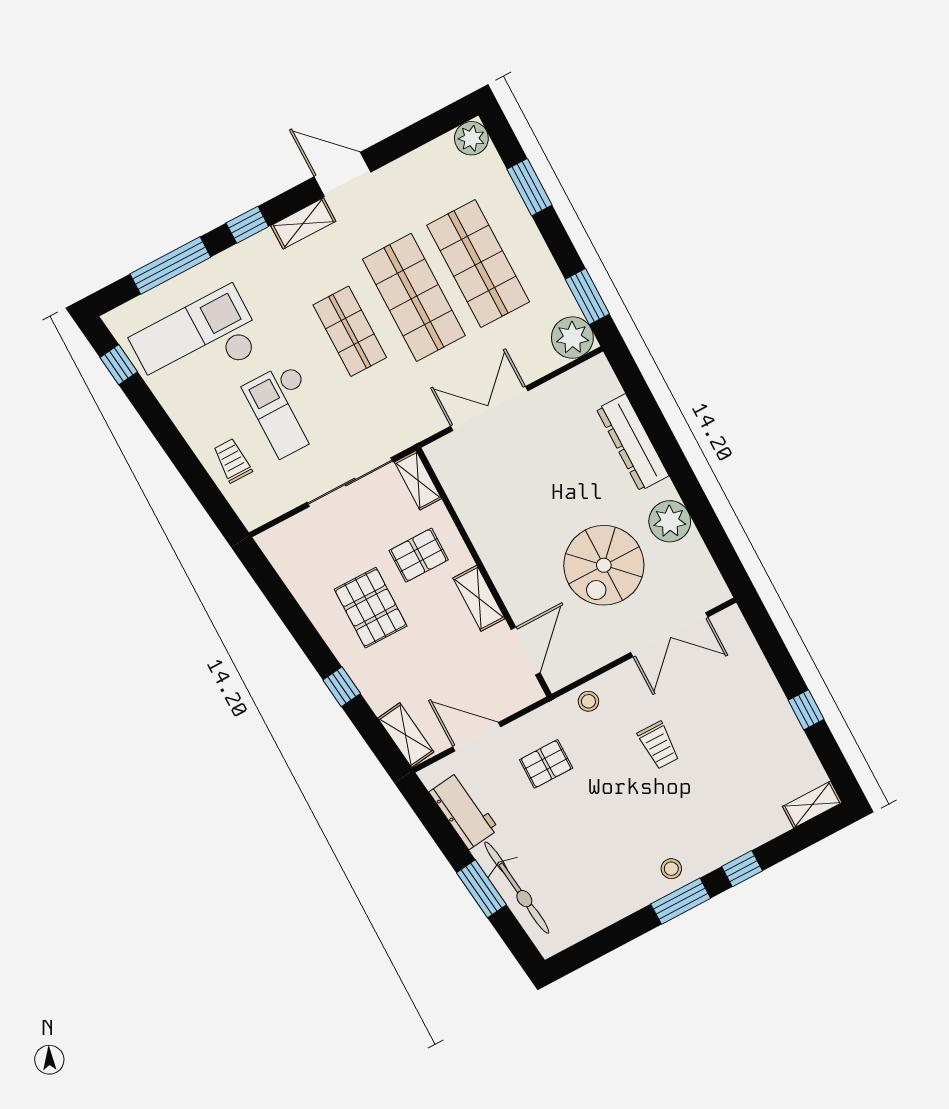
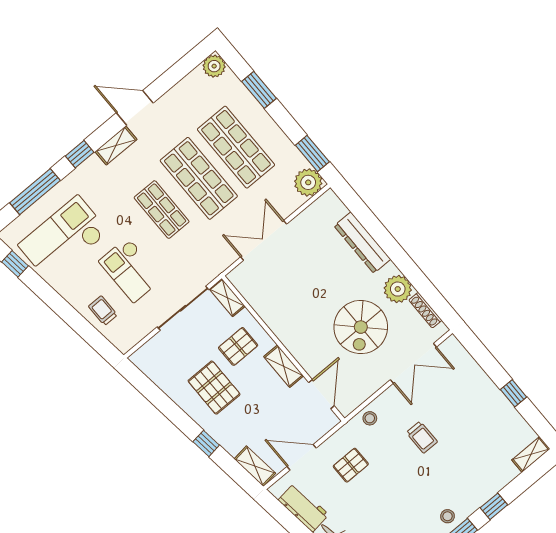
shoe rack: (704, 561) -> (425, 310), added

